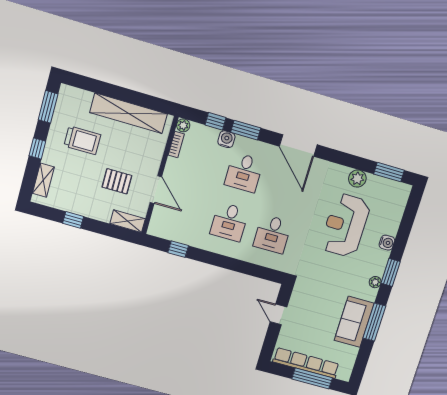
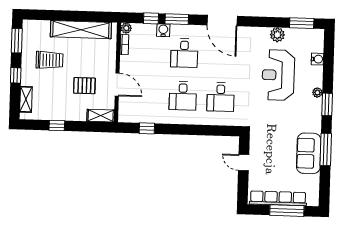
water cooler: (387, 243) -> (317, 59), moved
plant: (375, 282) -> (317, 93), moved

